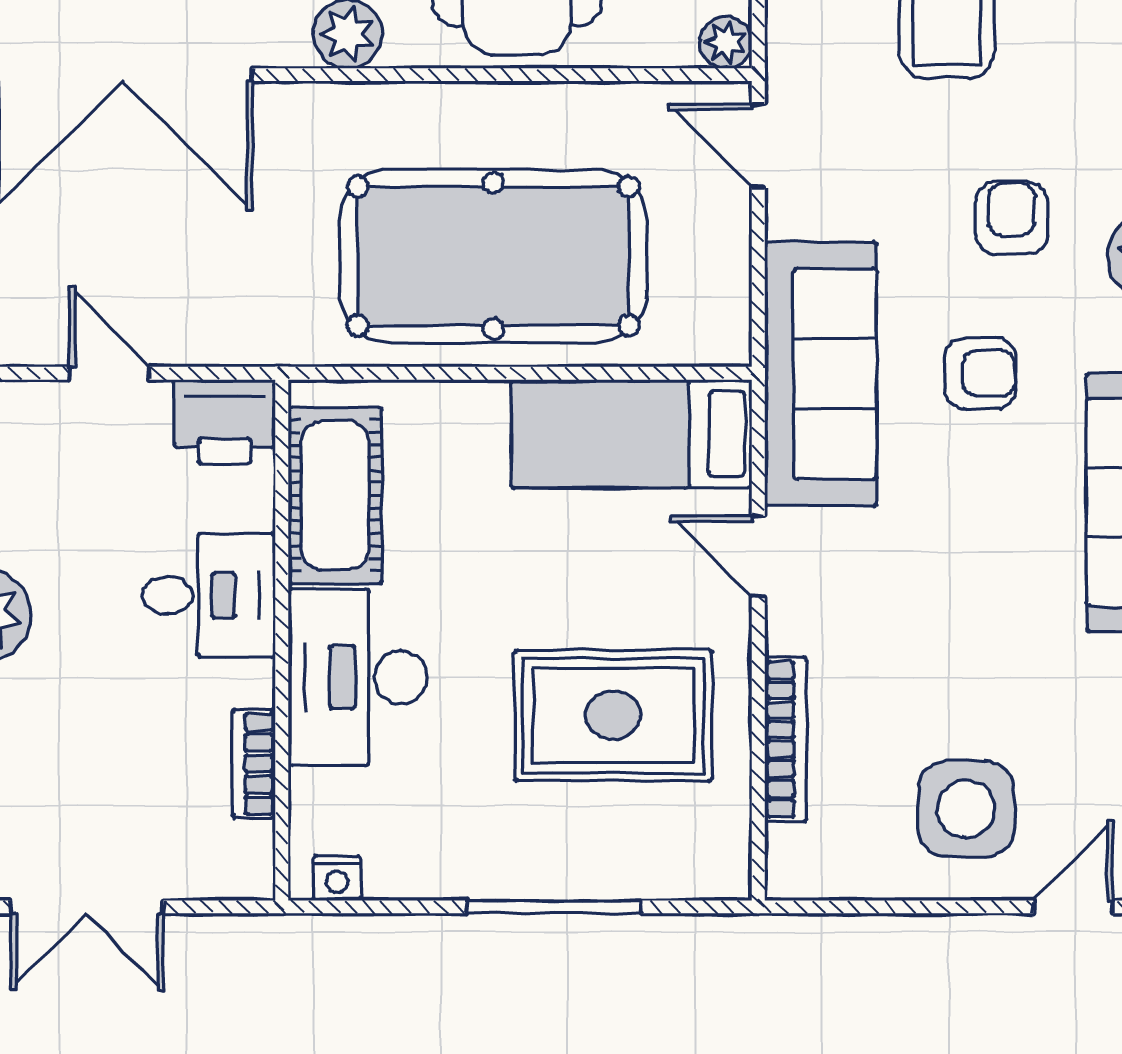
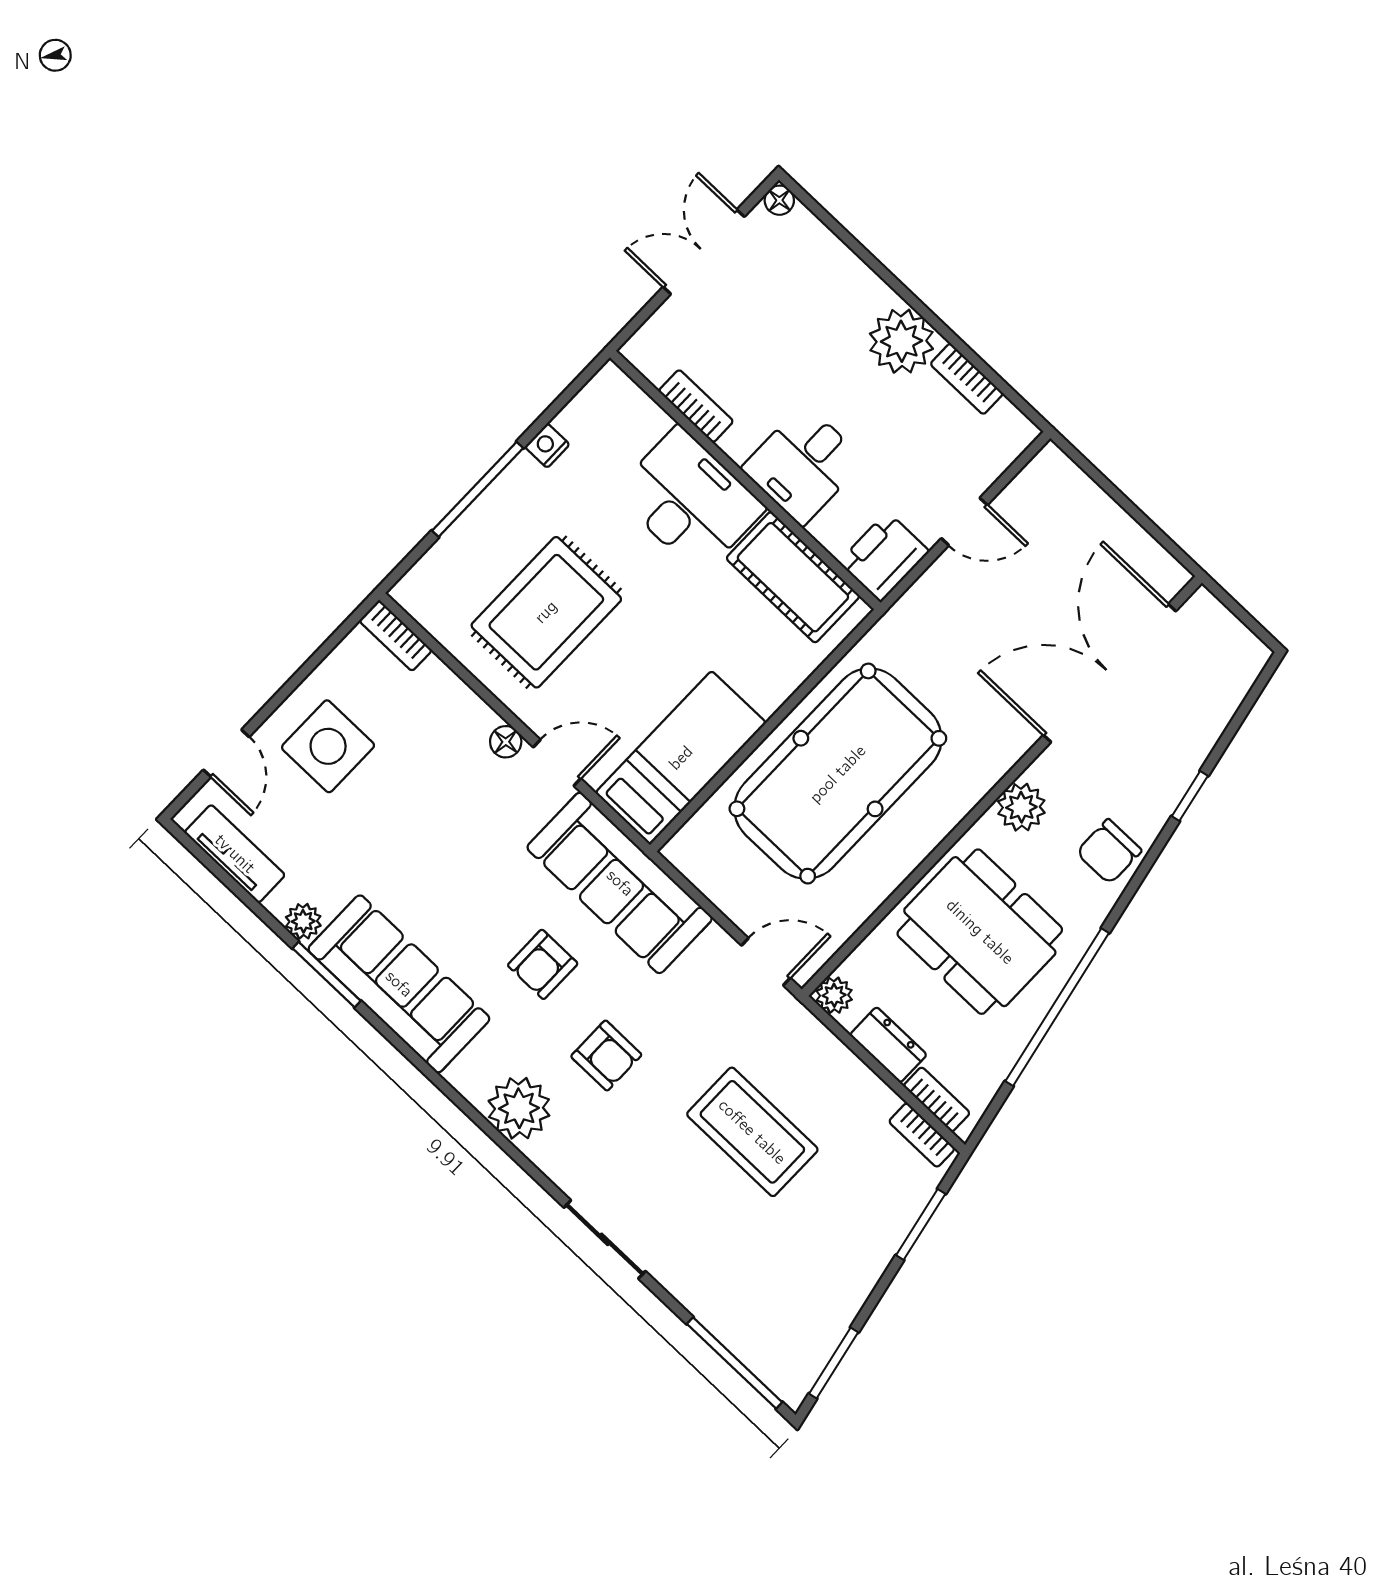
floor lamp: (787, 630) -> (506, 742), added
bookcase: (786, 739) -> (396, 636), moved, width x0.64
nightstand: (337, 878) -> (547, 446), moved

